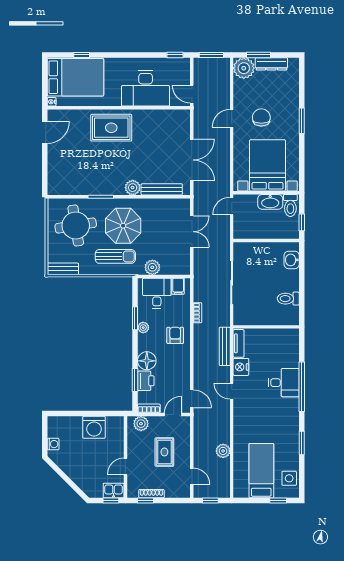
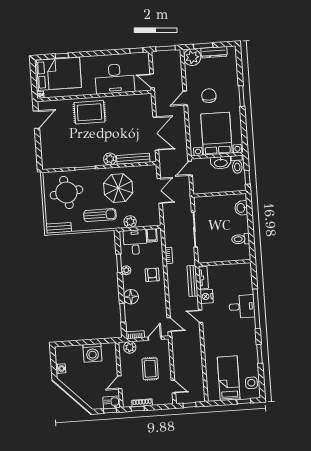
parasol: (123, 226) -> (118, 188), moved
printer: (146, 381) -> (131, 313), removed
plant: (223, 451) -> (197, 365), removed

